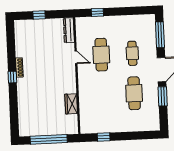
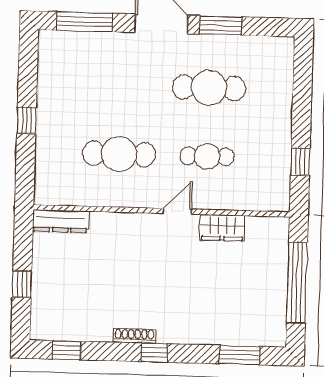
window: (97, 12) -> (27, 120), moved
window: (11, 37) -> (66, 350), added
cafe table: (132, 53) -> (207, 156), moved
door: (76, 57) -> (177, 211), moved
window: (14, 116) -> (239, 355), added

